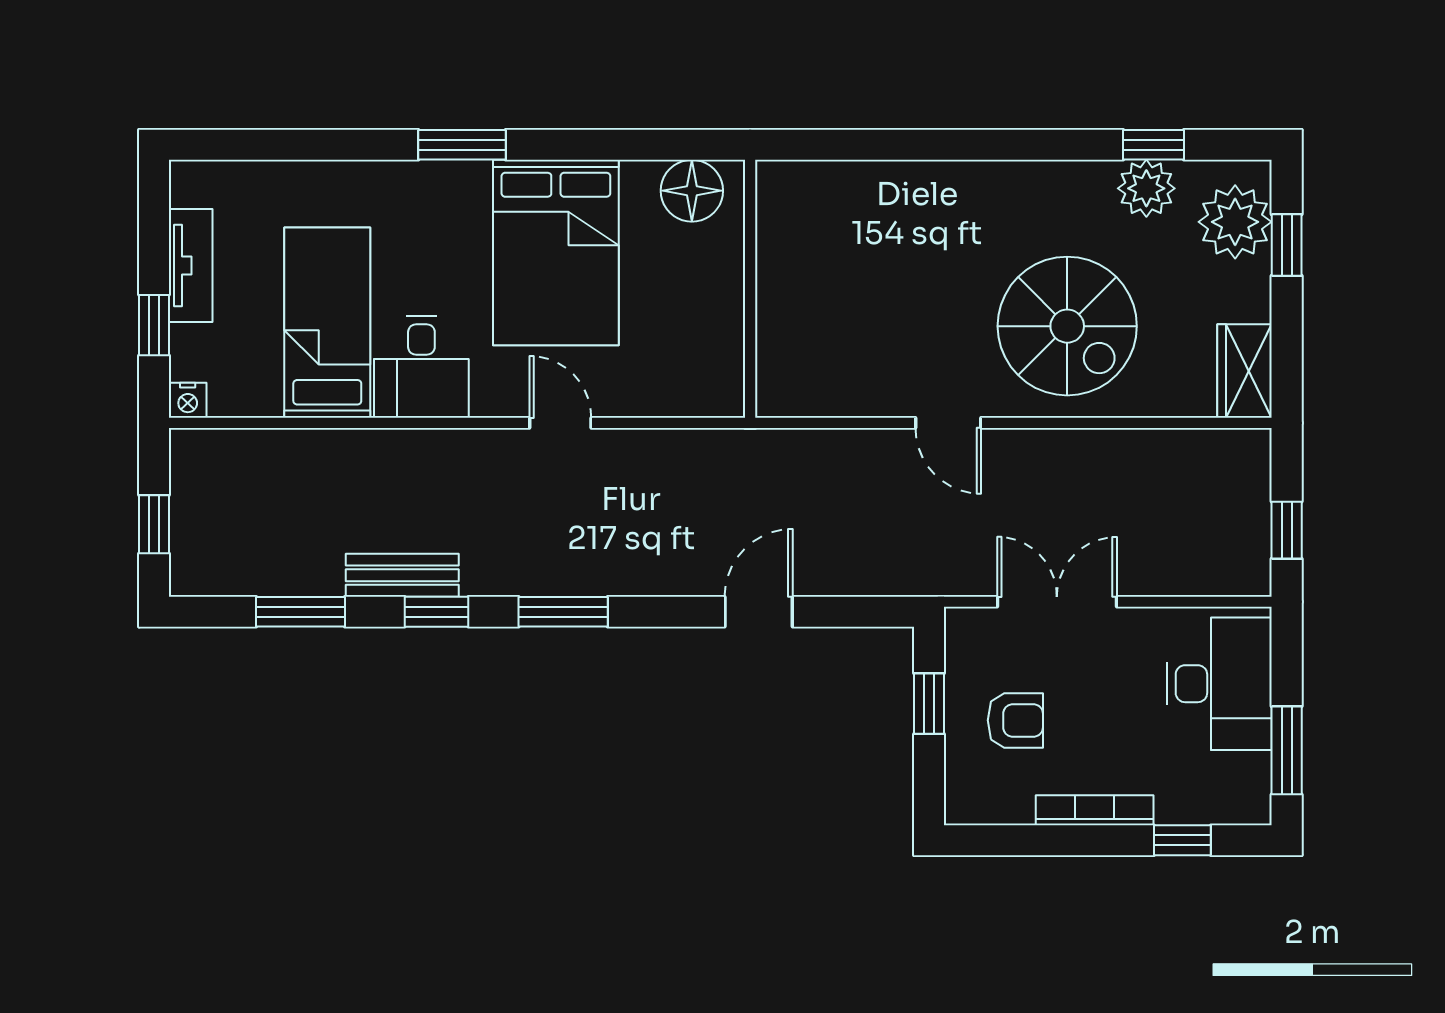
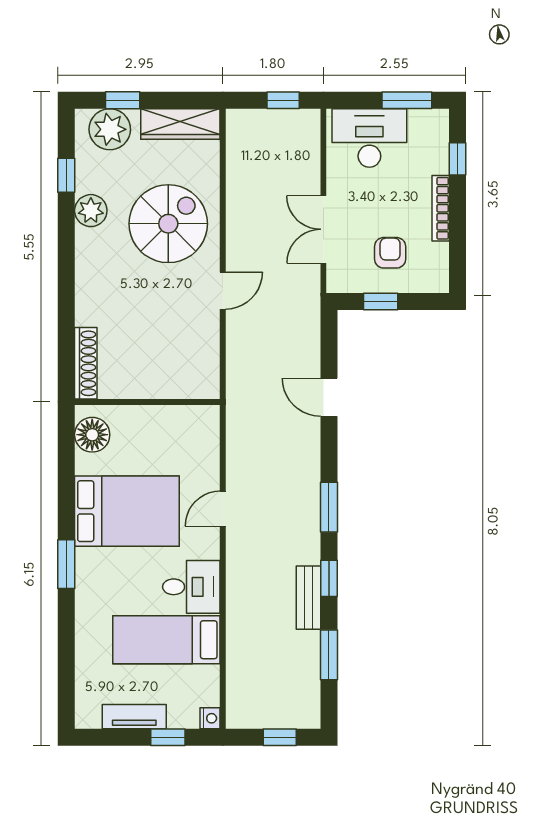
shoe rack: (819, 179) -> (86, 363), added
plant: (1146, 188) -> (91, 211), moved
wardrobe: (1244, 371) -> (180, 124), width x1.50

